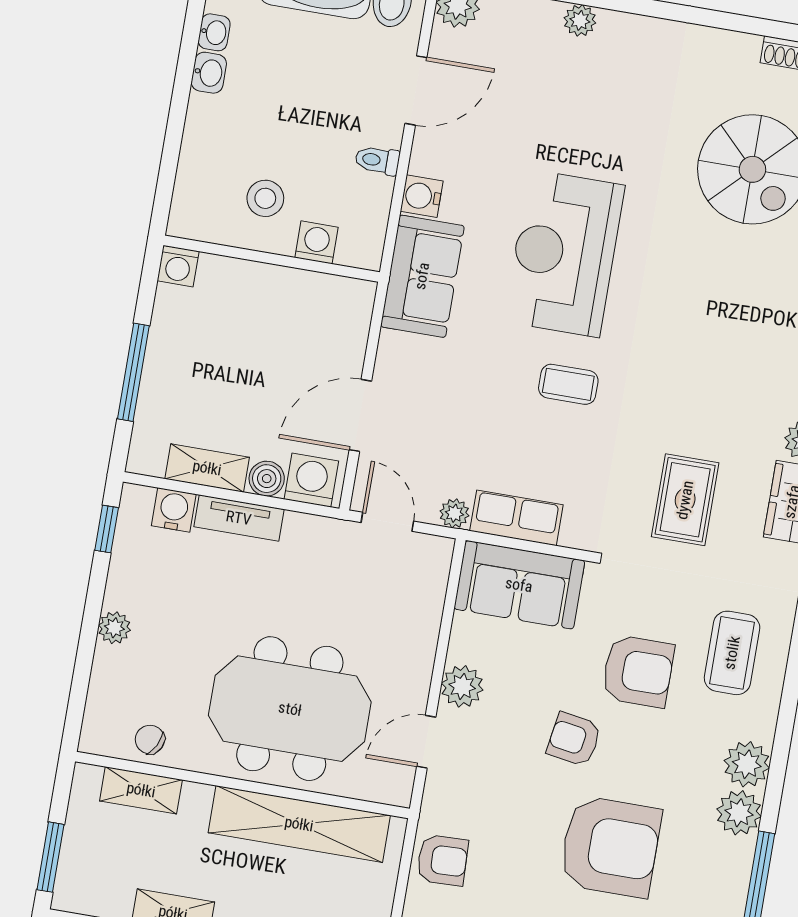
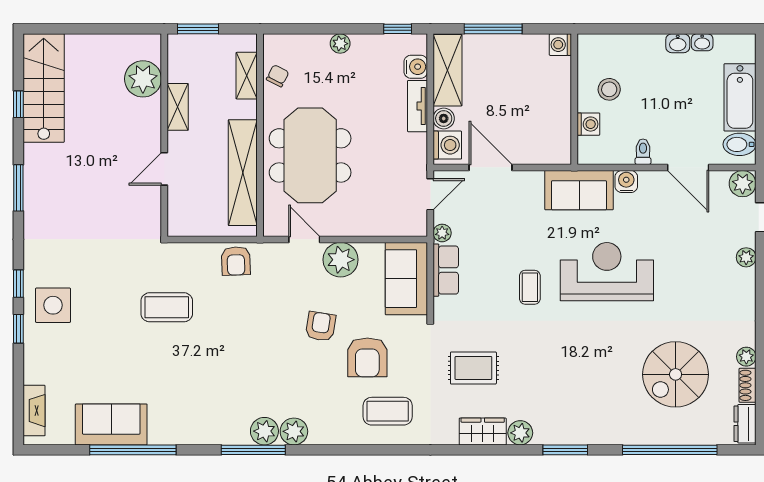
plant: (743, 48) -> (746, 357), added
shelving: (207, 468) -> (447, 70), width x1.50, depth x1.33
plant: (462, 686) -> (341, 260), width x1.36, depth x1.36
plant: (747, 764) -> (264, 431), moved
armchair: (610, 847) -> (261, 359), removed

